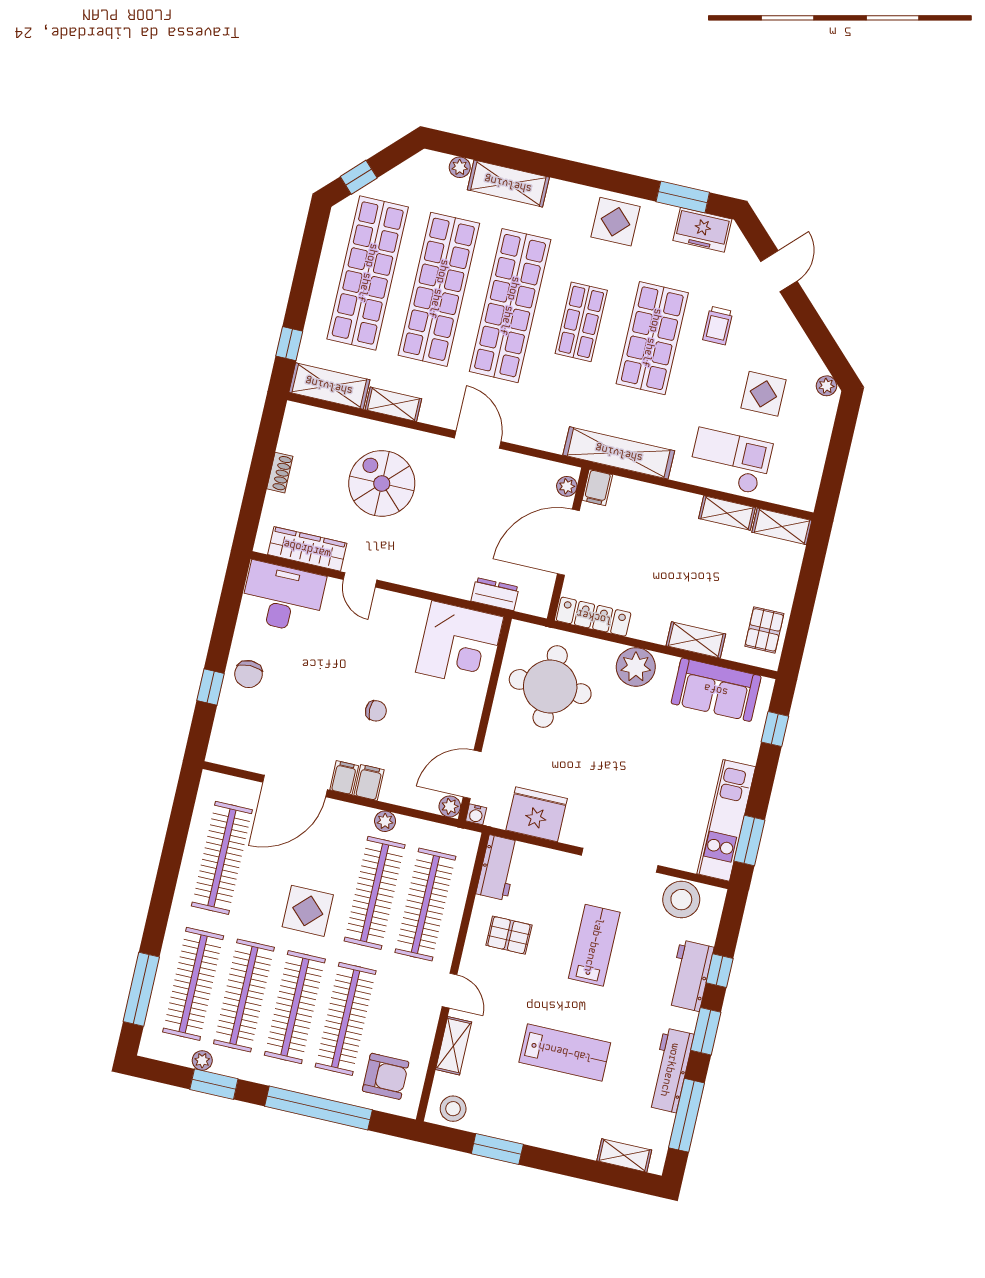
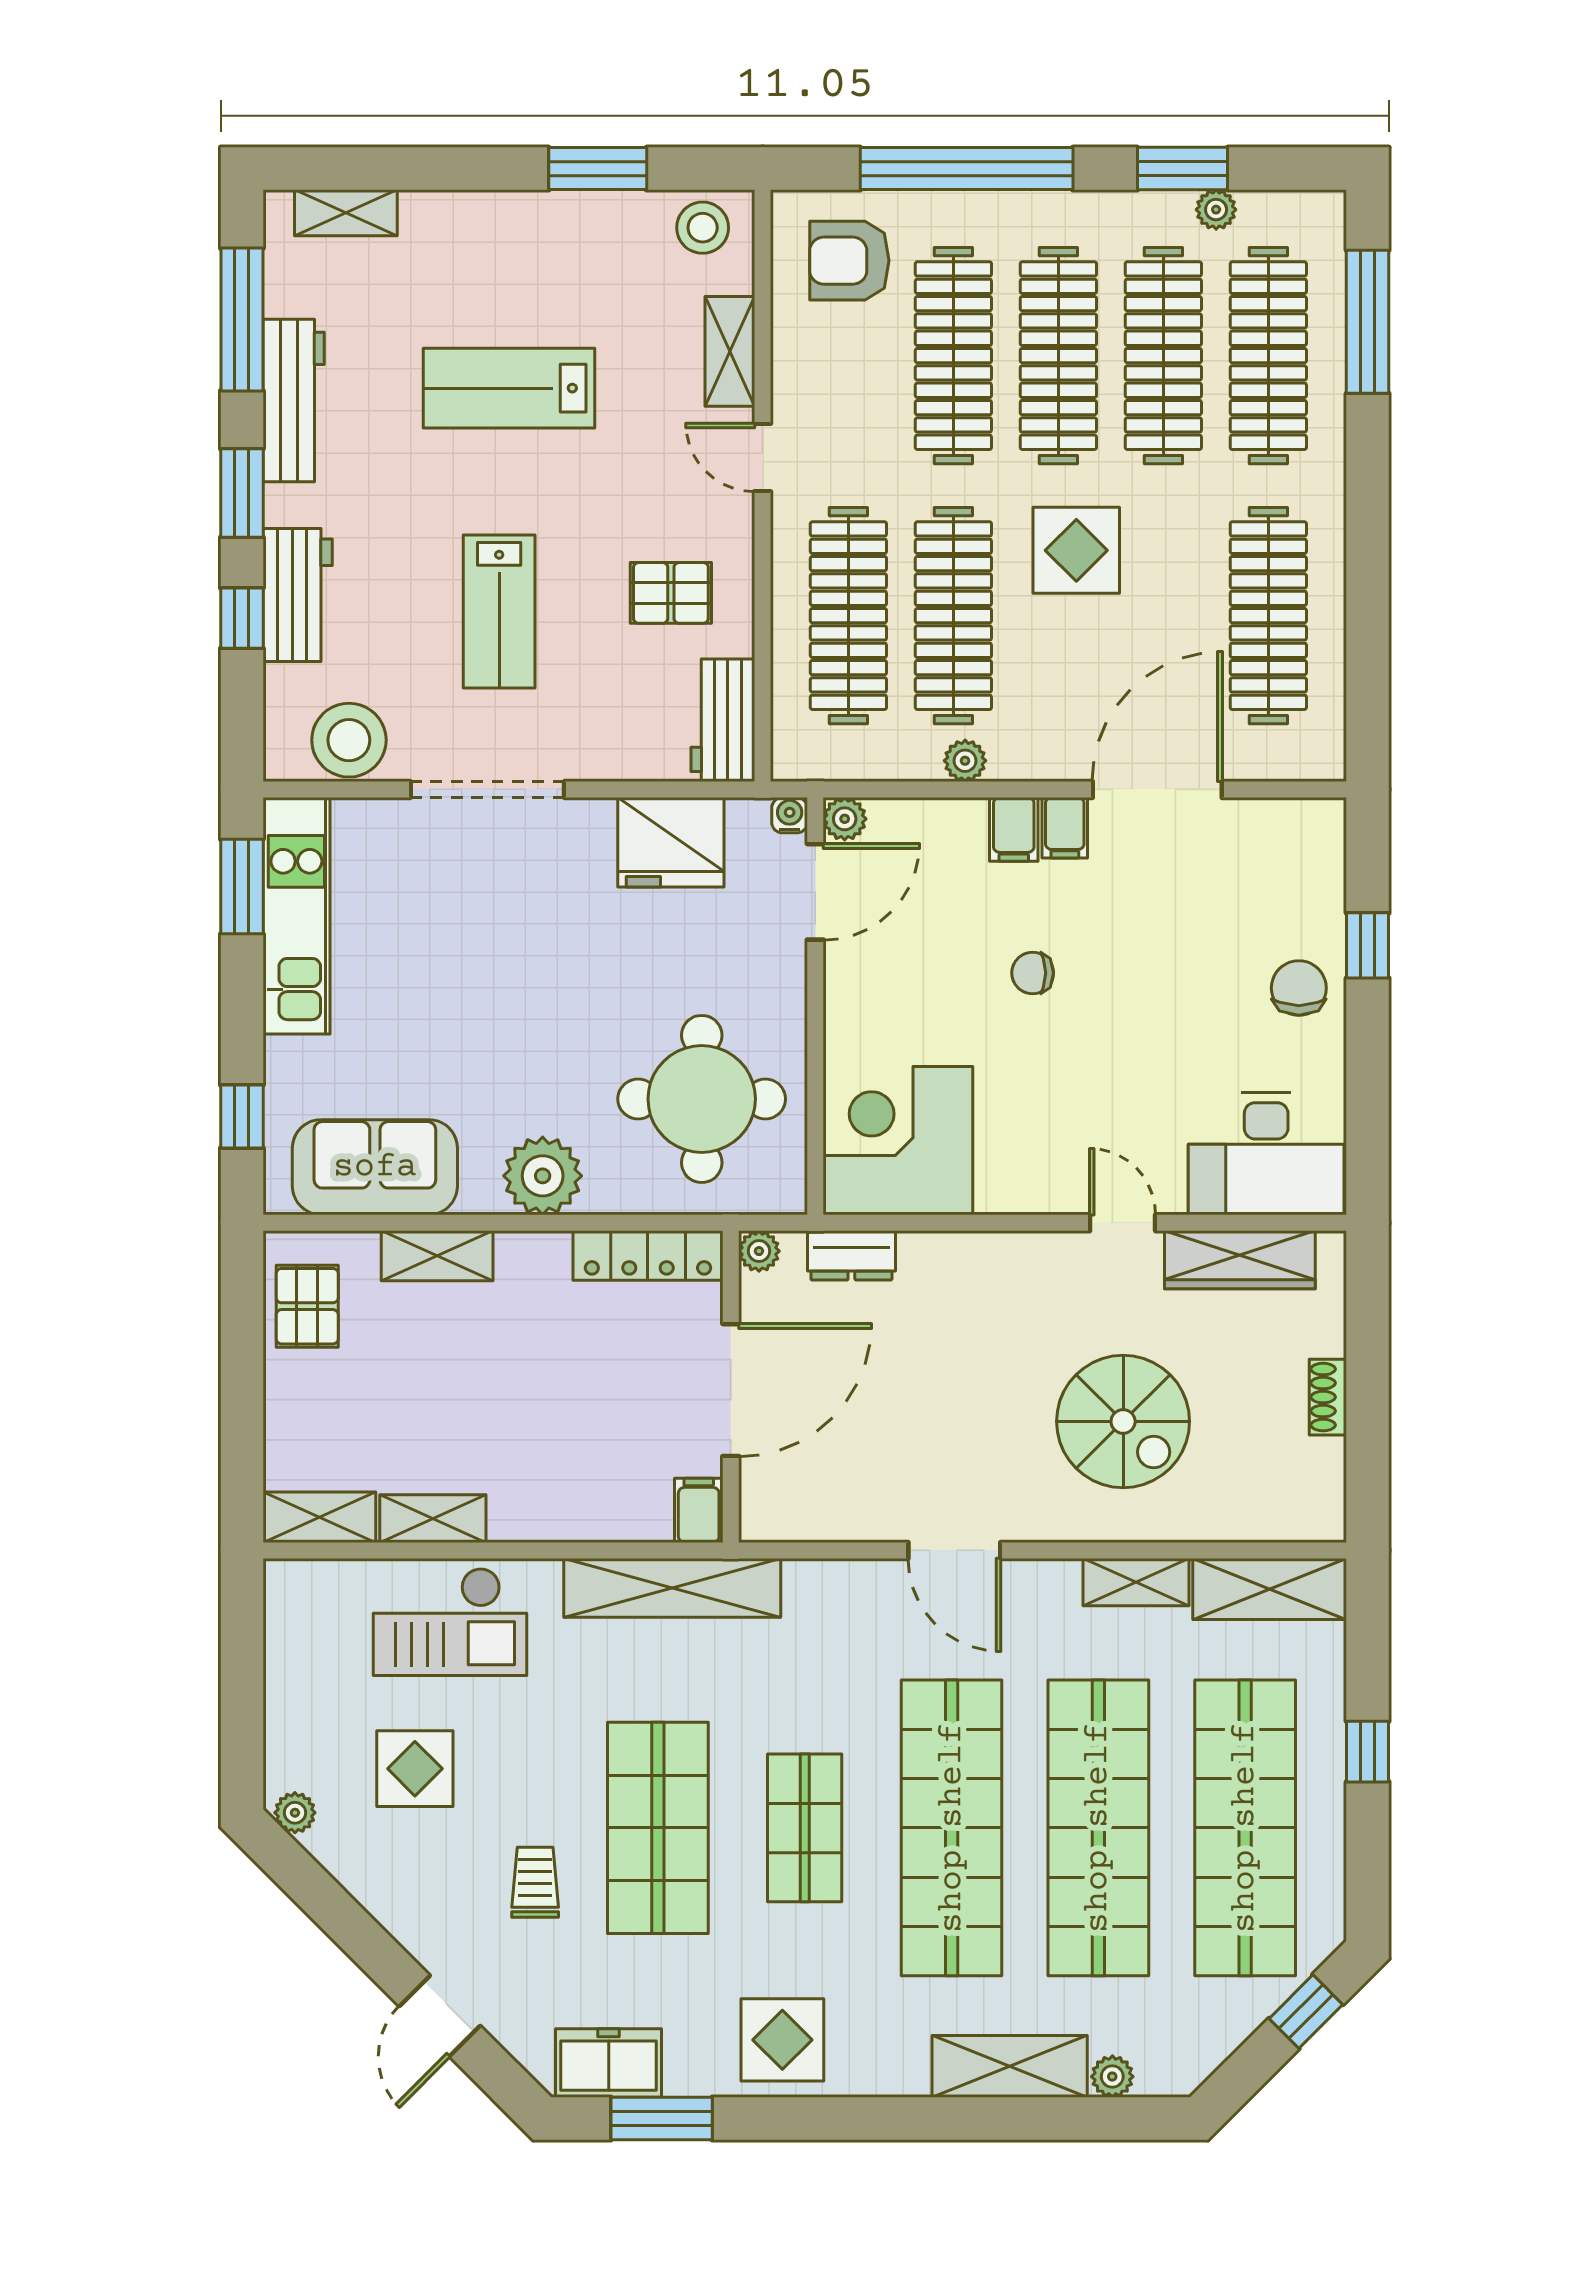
window: (289, 344) -> (1368, 1752), moved
plant: (567, 486) -> (759, 1251), moved

